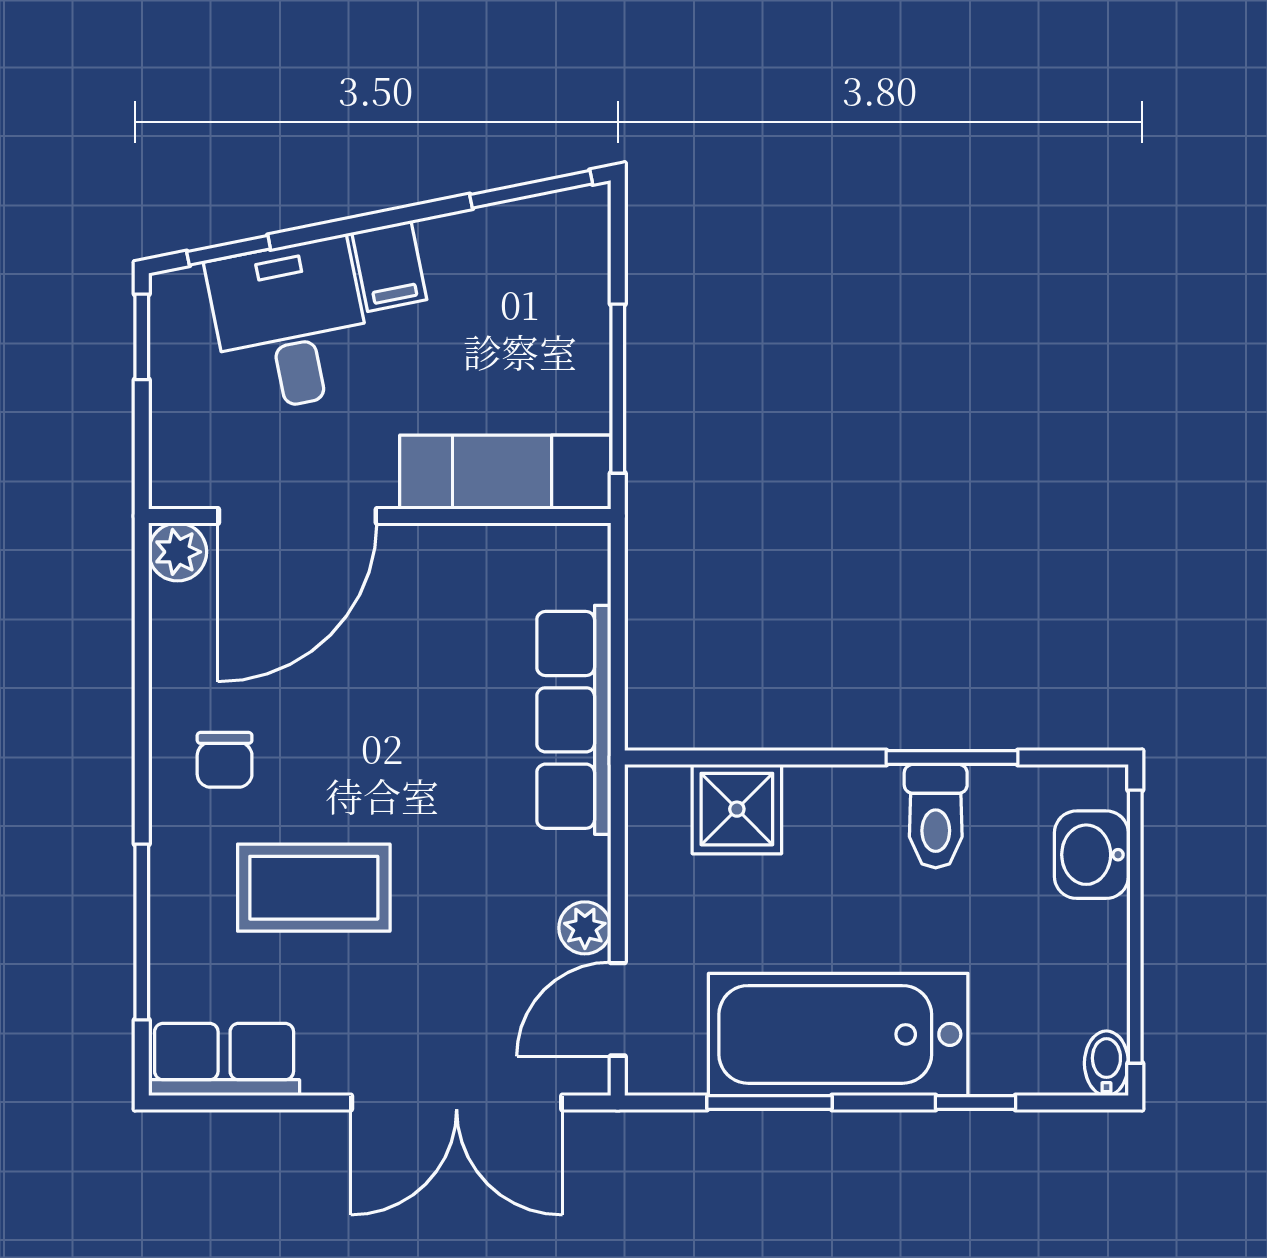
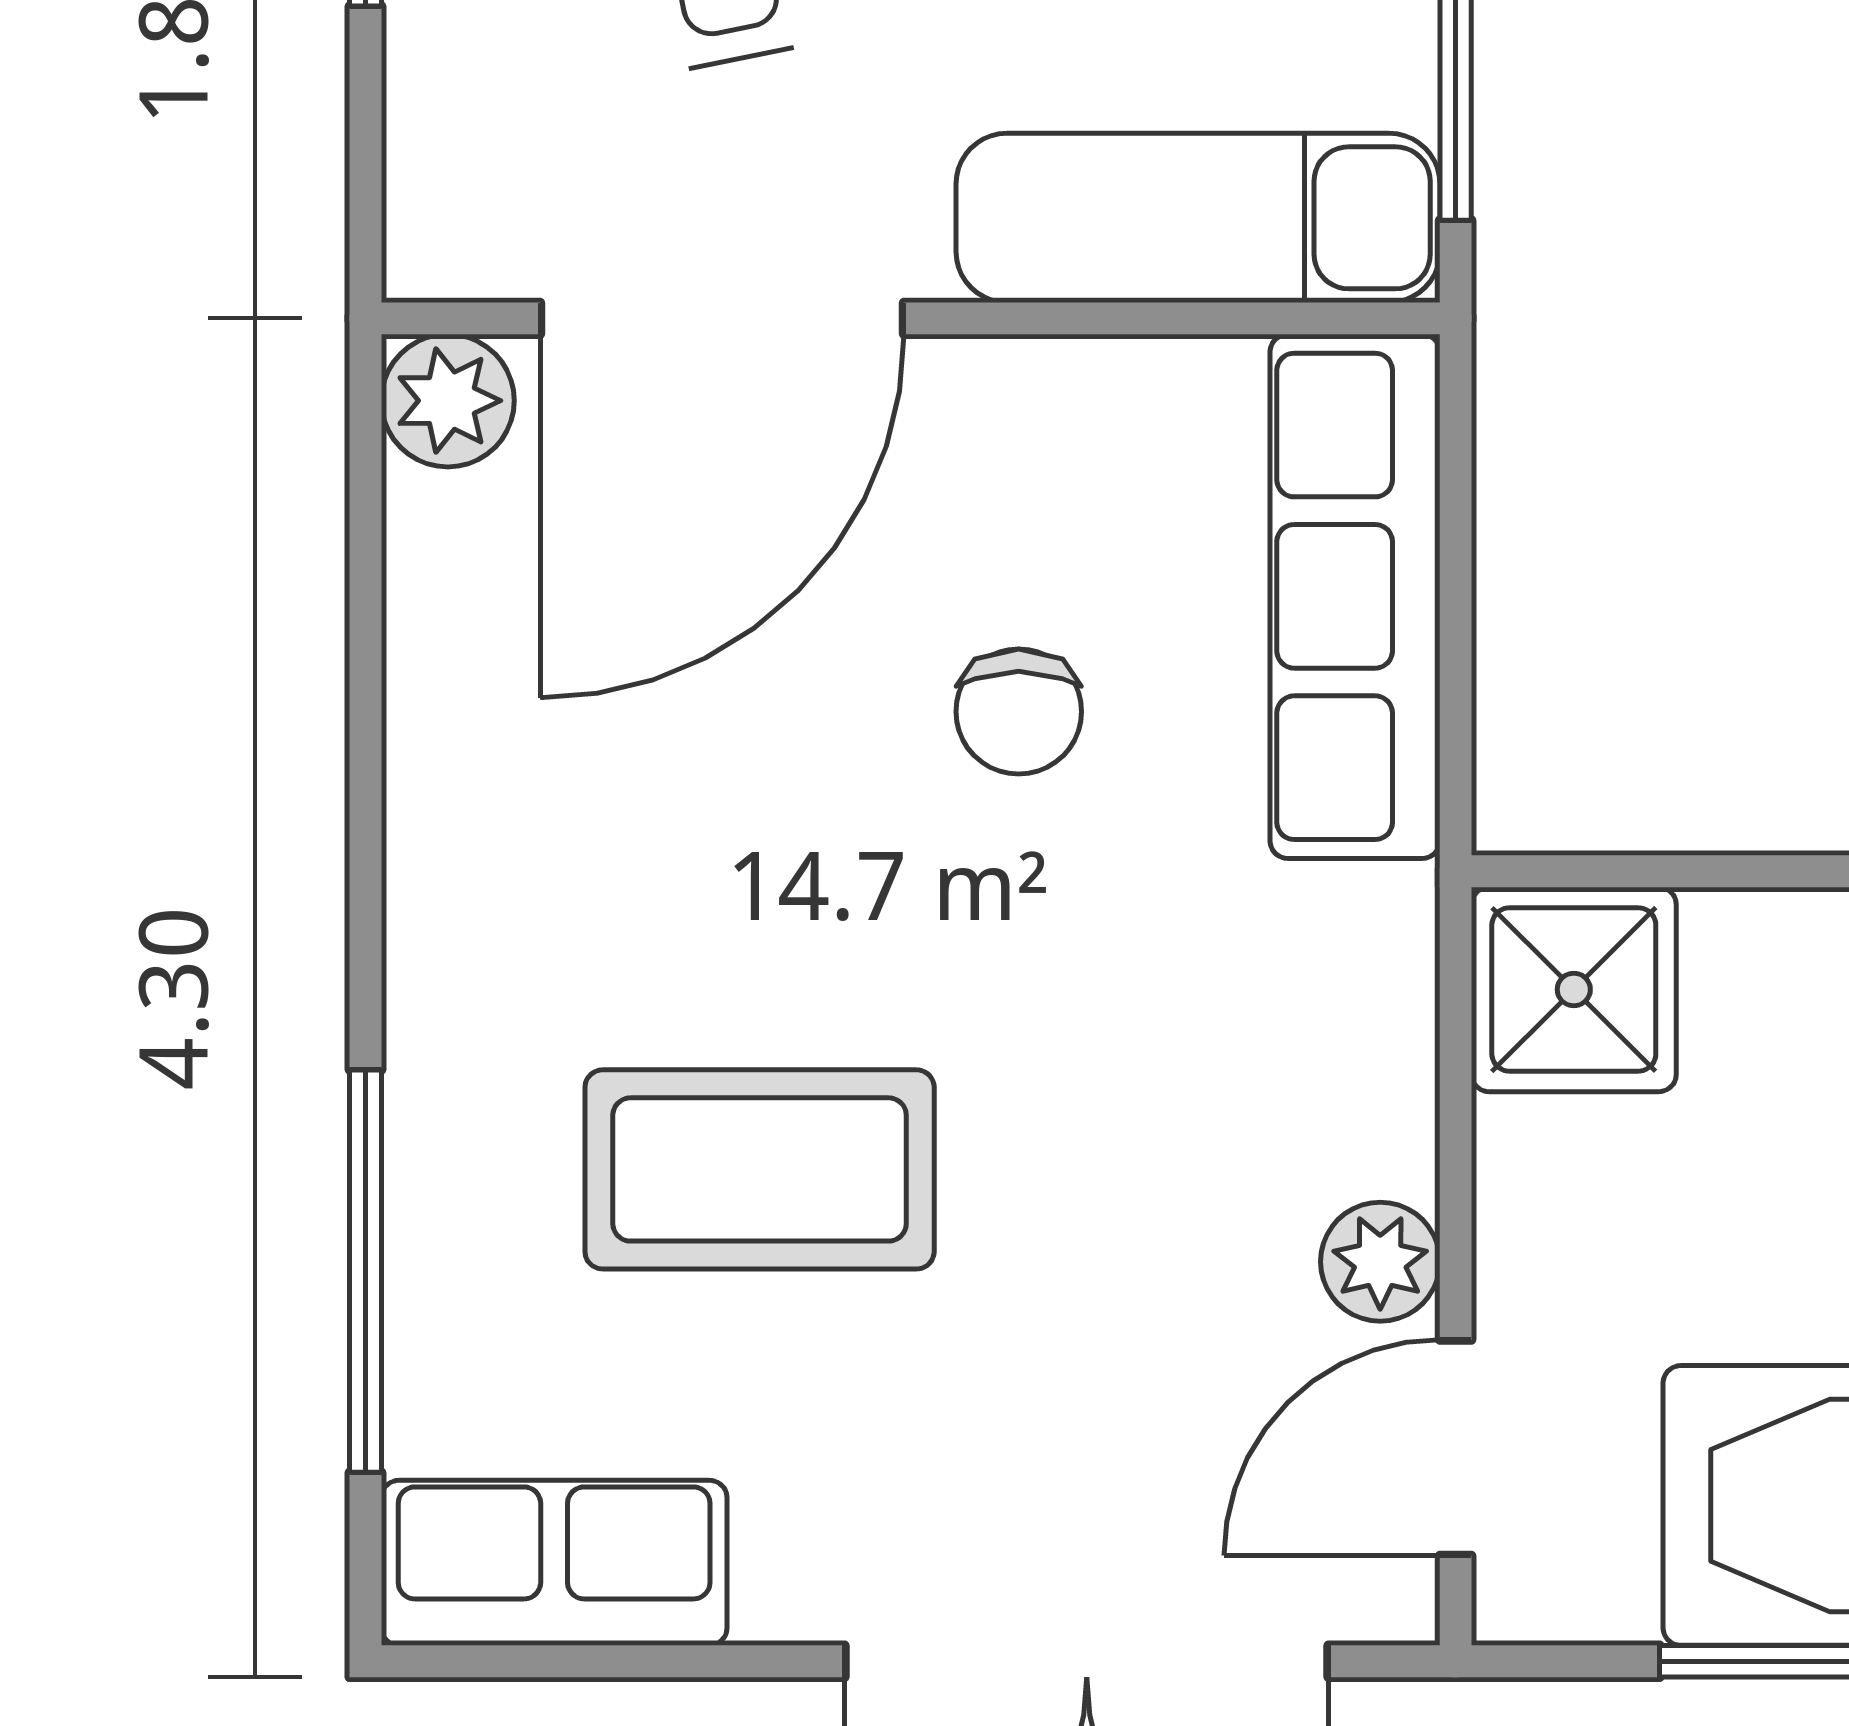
row of seats: (574, 720) -> (1355, 596), moved
chair: (225, 760) -> (1019, 712), moved
shower: (737, 809) -> (1574, 989), moved

